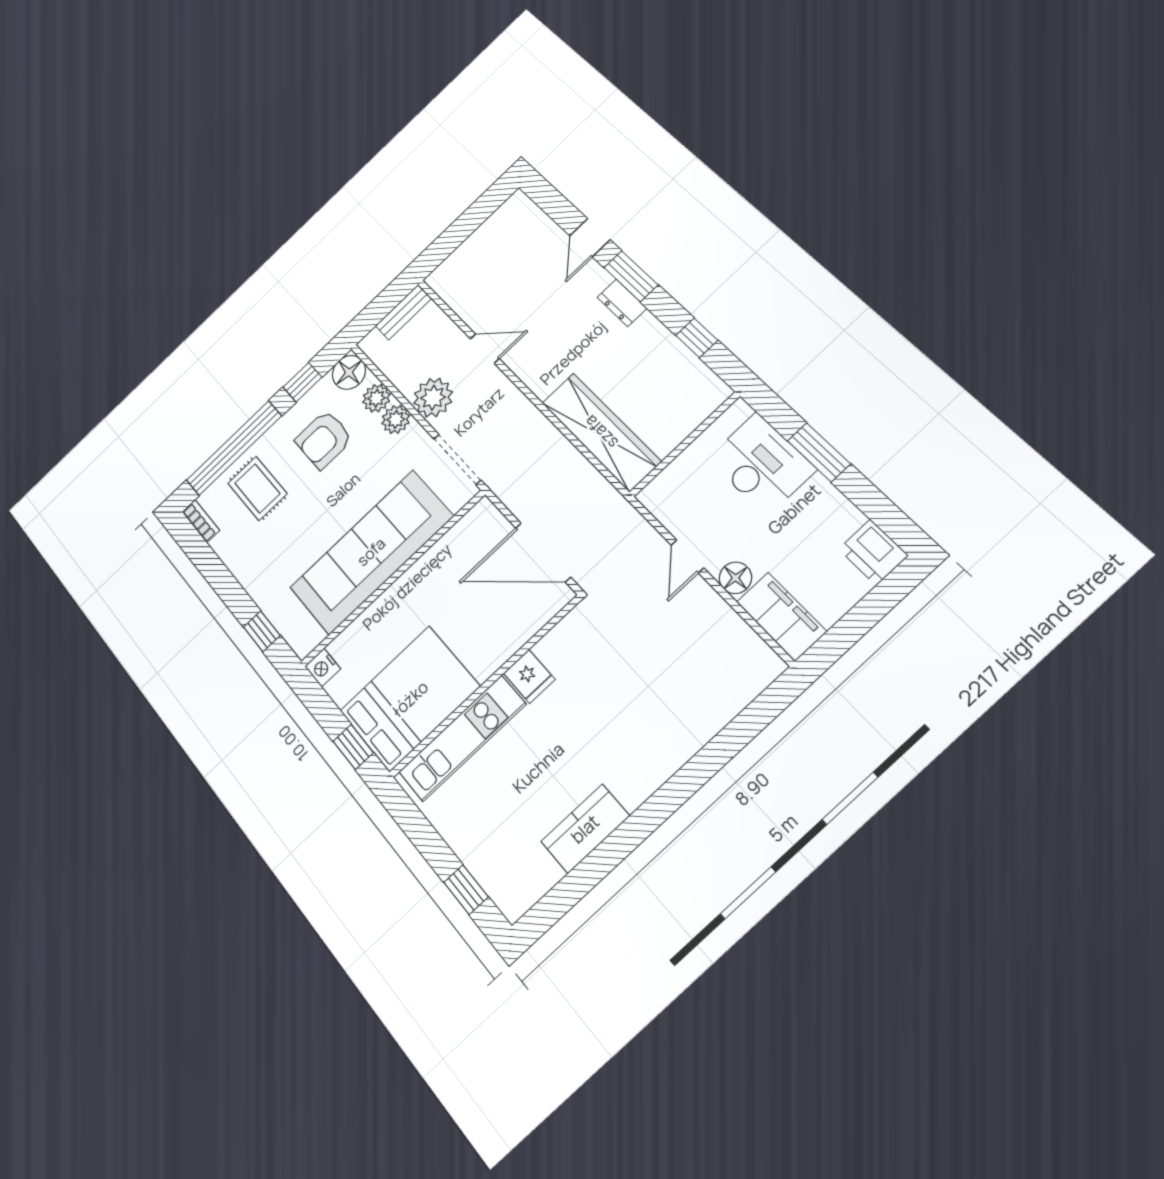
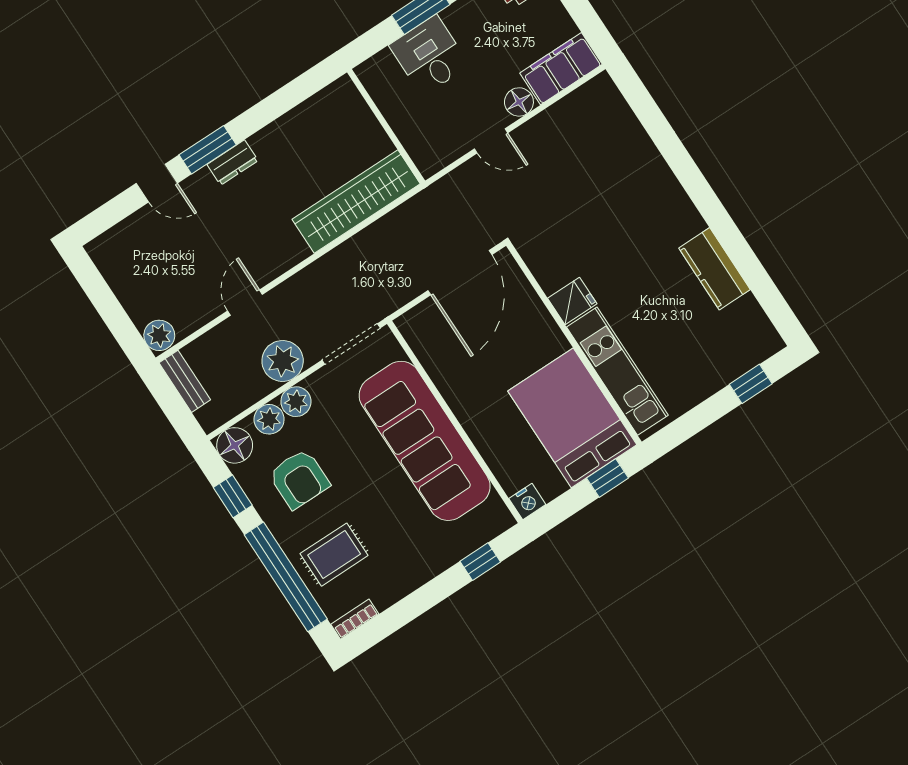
plant: (444, 278) -> (159, 335), added
window: (697, 338) -> (286, 98), removed
desk: (761, 464) -> (429, 55), width x0.73

